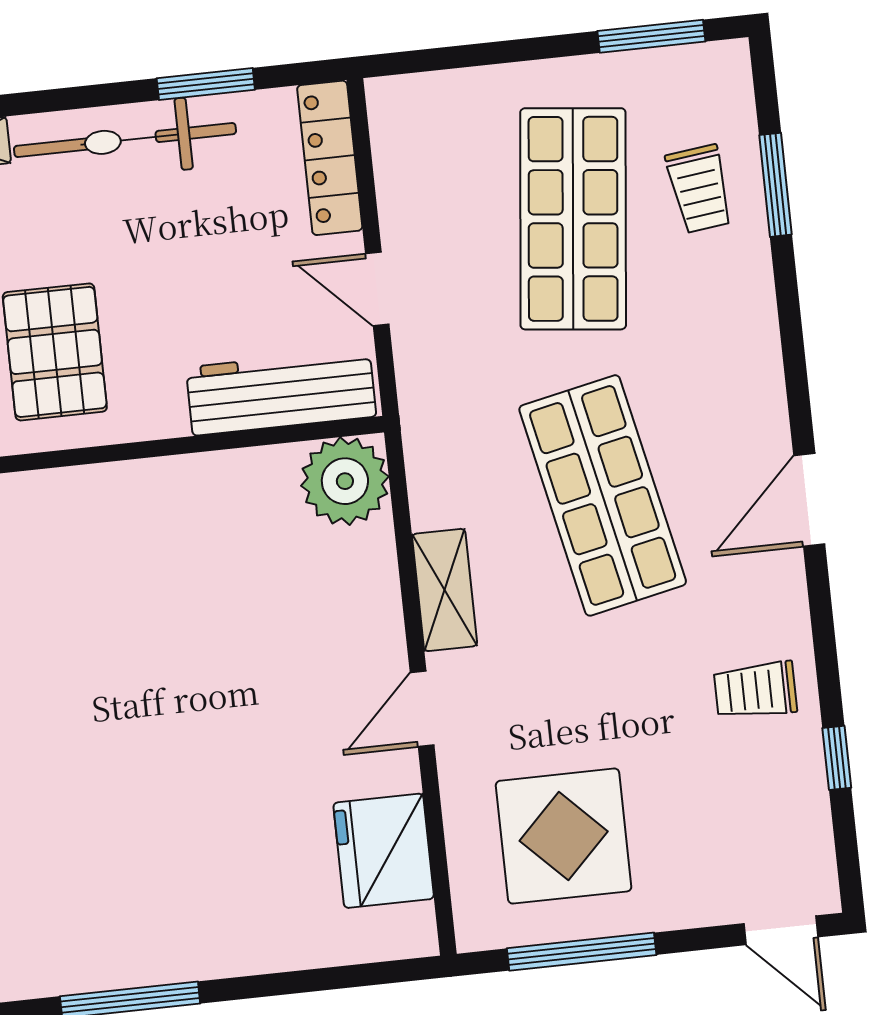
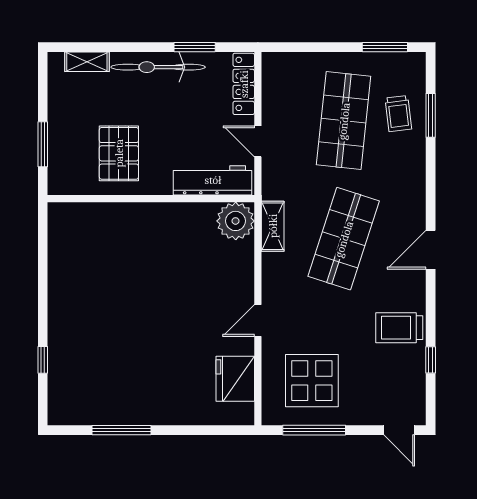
shop shelf: (603, 495) -> (344, 239), turned 30
shelving: (445, 590) -> (273, 226), moved
trolley: (755, 690) -> (399, 328), width x1.36, depth x1.39

